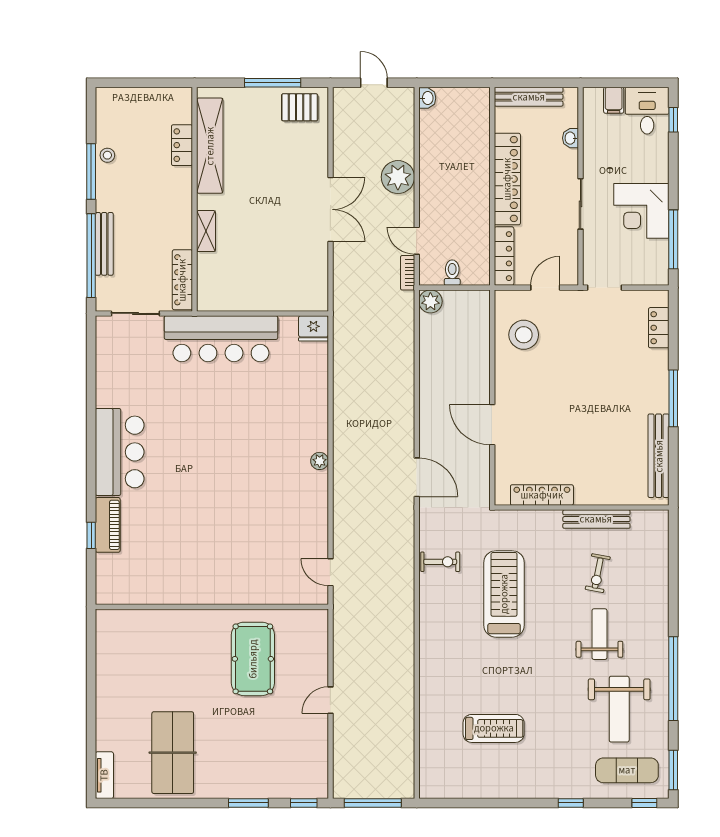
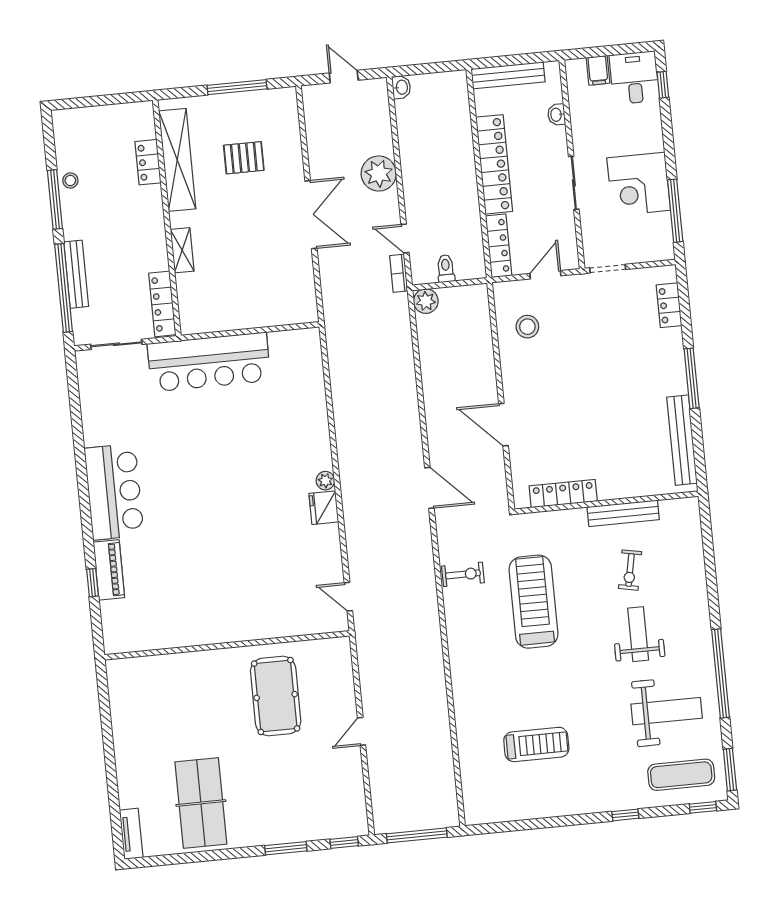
pallet: (300, 107) -> (244, 158), moved
fridge: (313, 328) -> (324, 508), moved, turned 90
stool: (524, 335) -> (527, 327), width x0.73, depth x0.73
weight bench: (619, 709) -> (667, 711), turned -90

